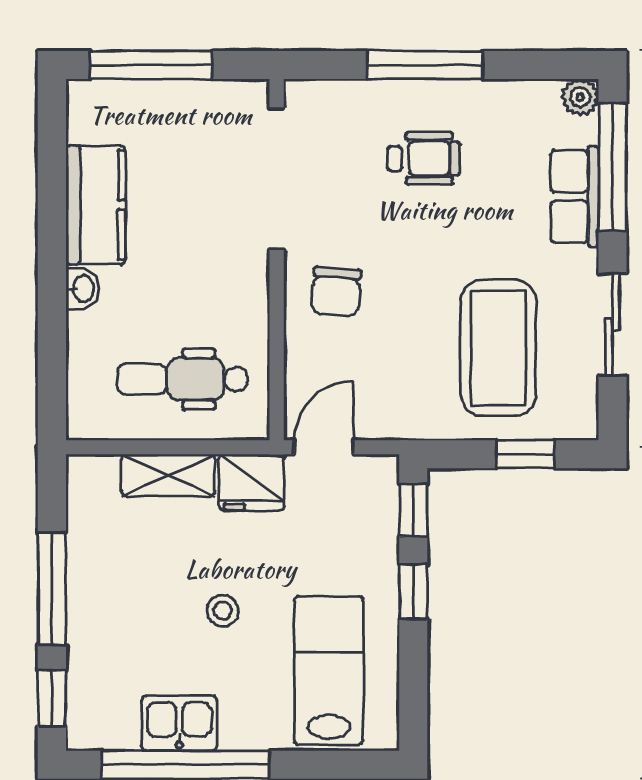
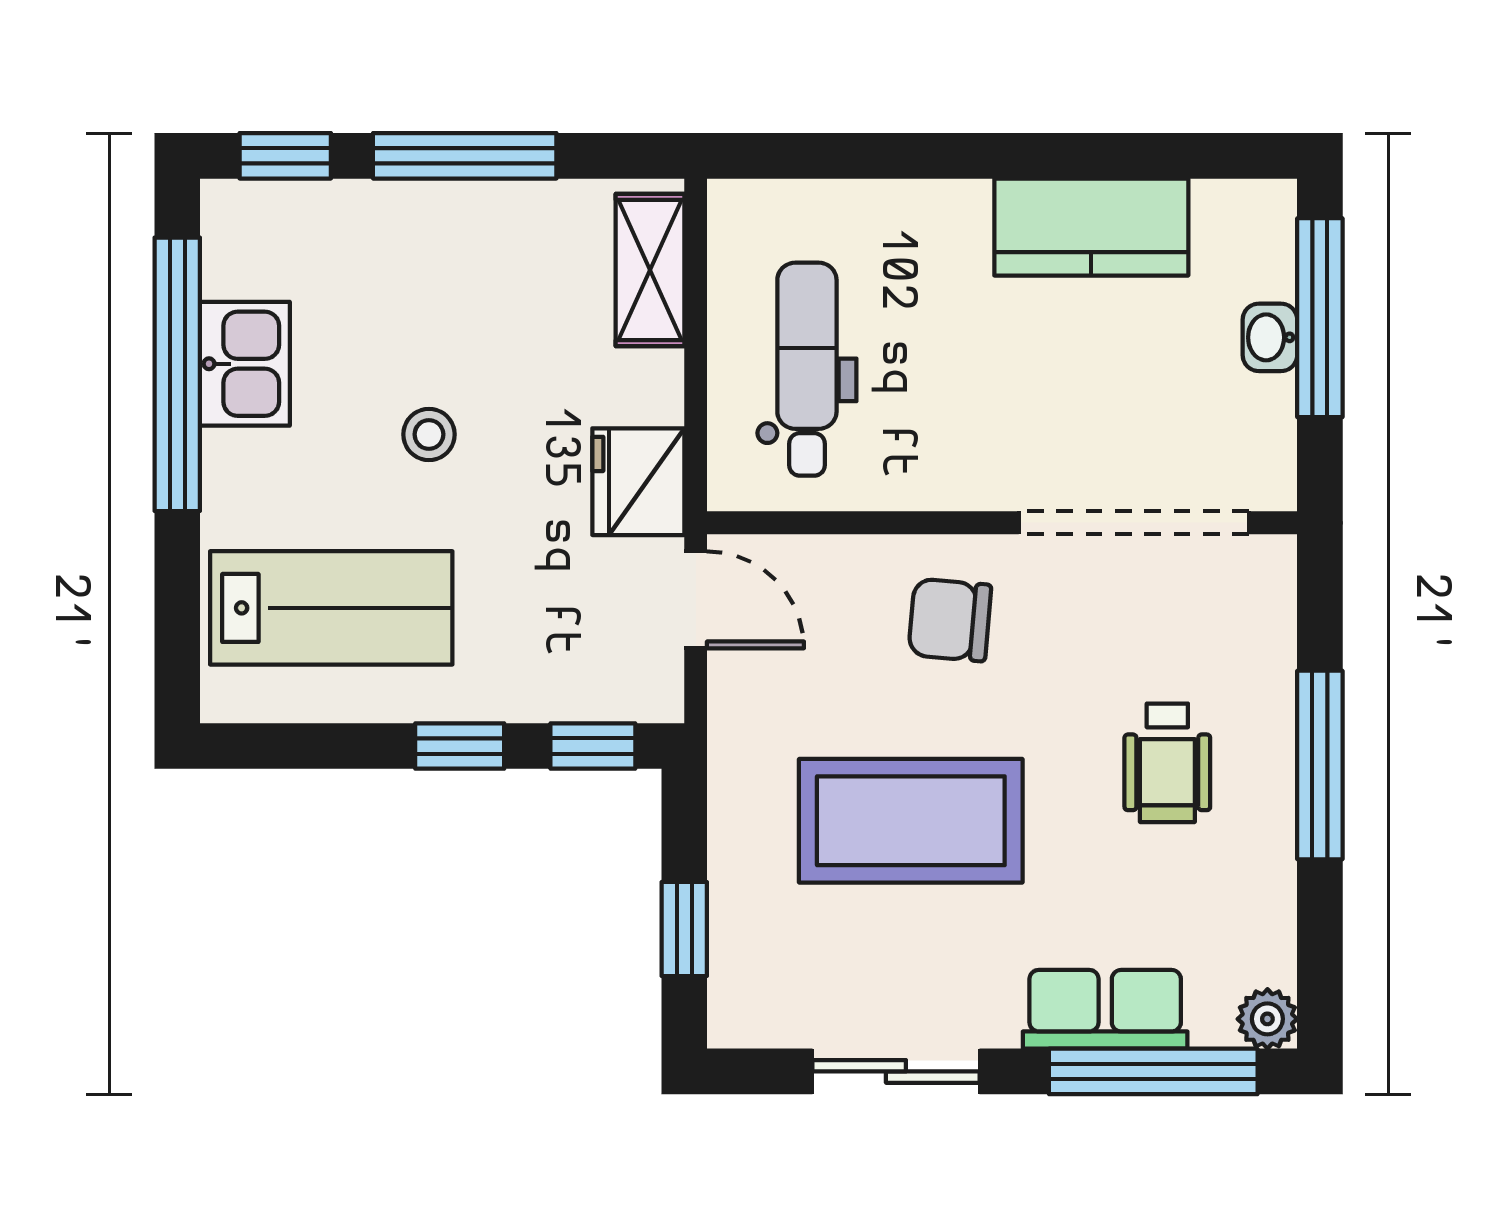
washbasin: (82, 289) -> (1270, 337), moved, turned 90
coffee table: (498, 348) -> (911, 821), moved
shelving: (168, 475) -> (650, 270), moved

